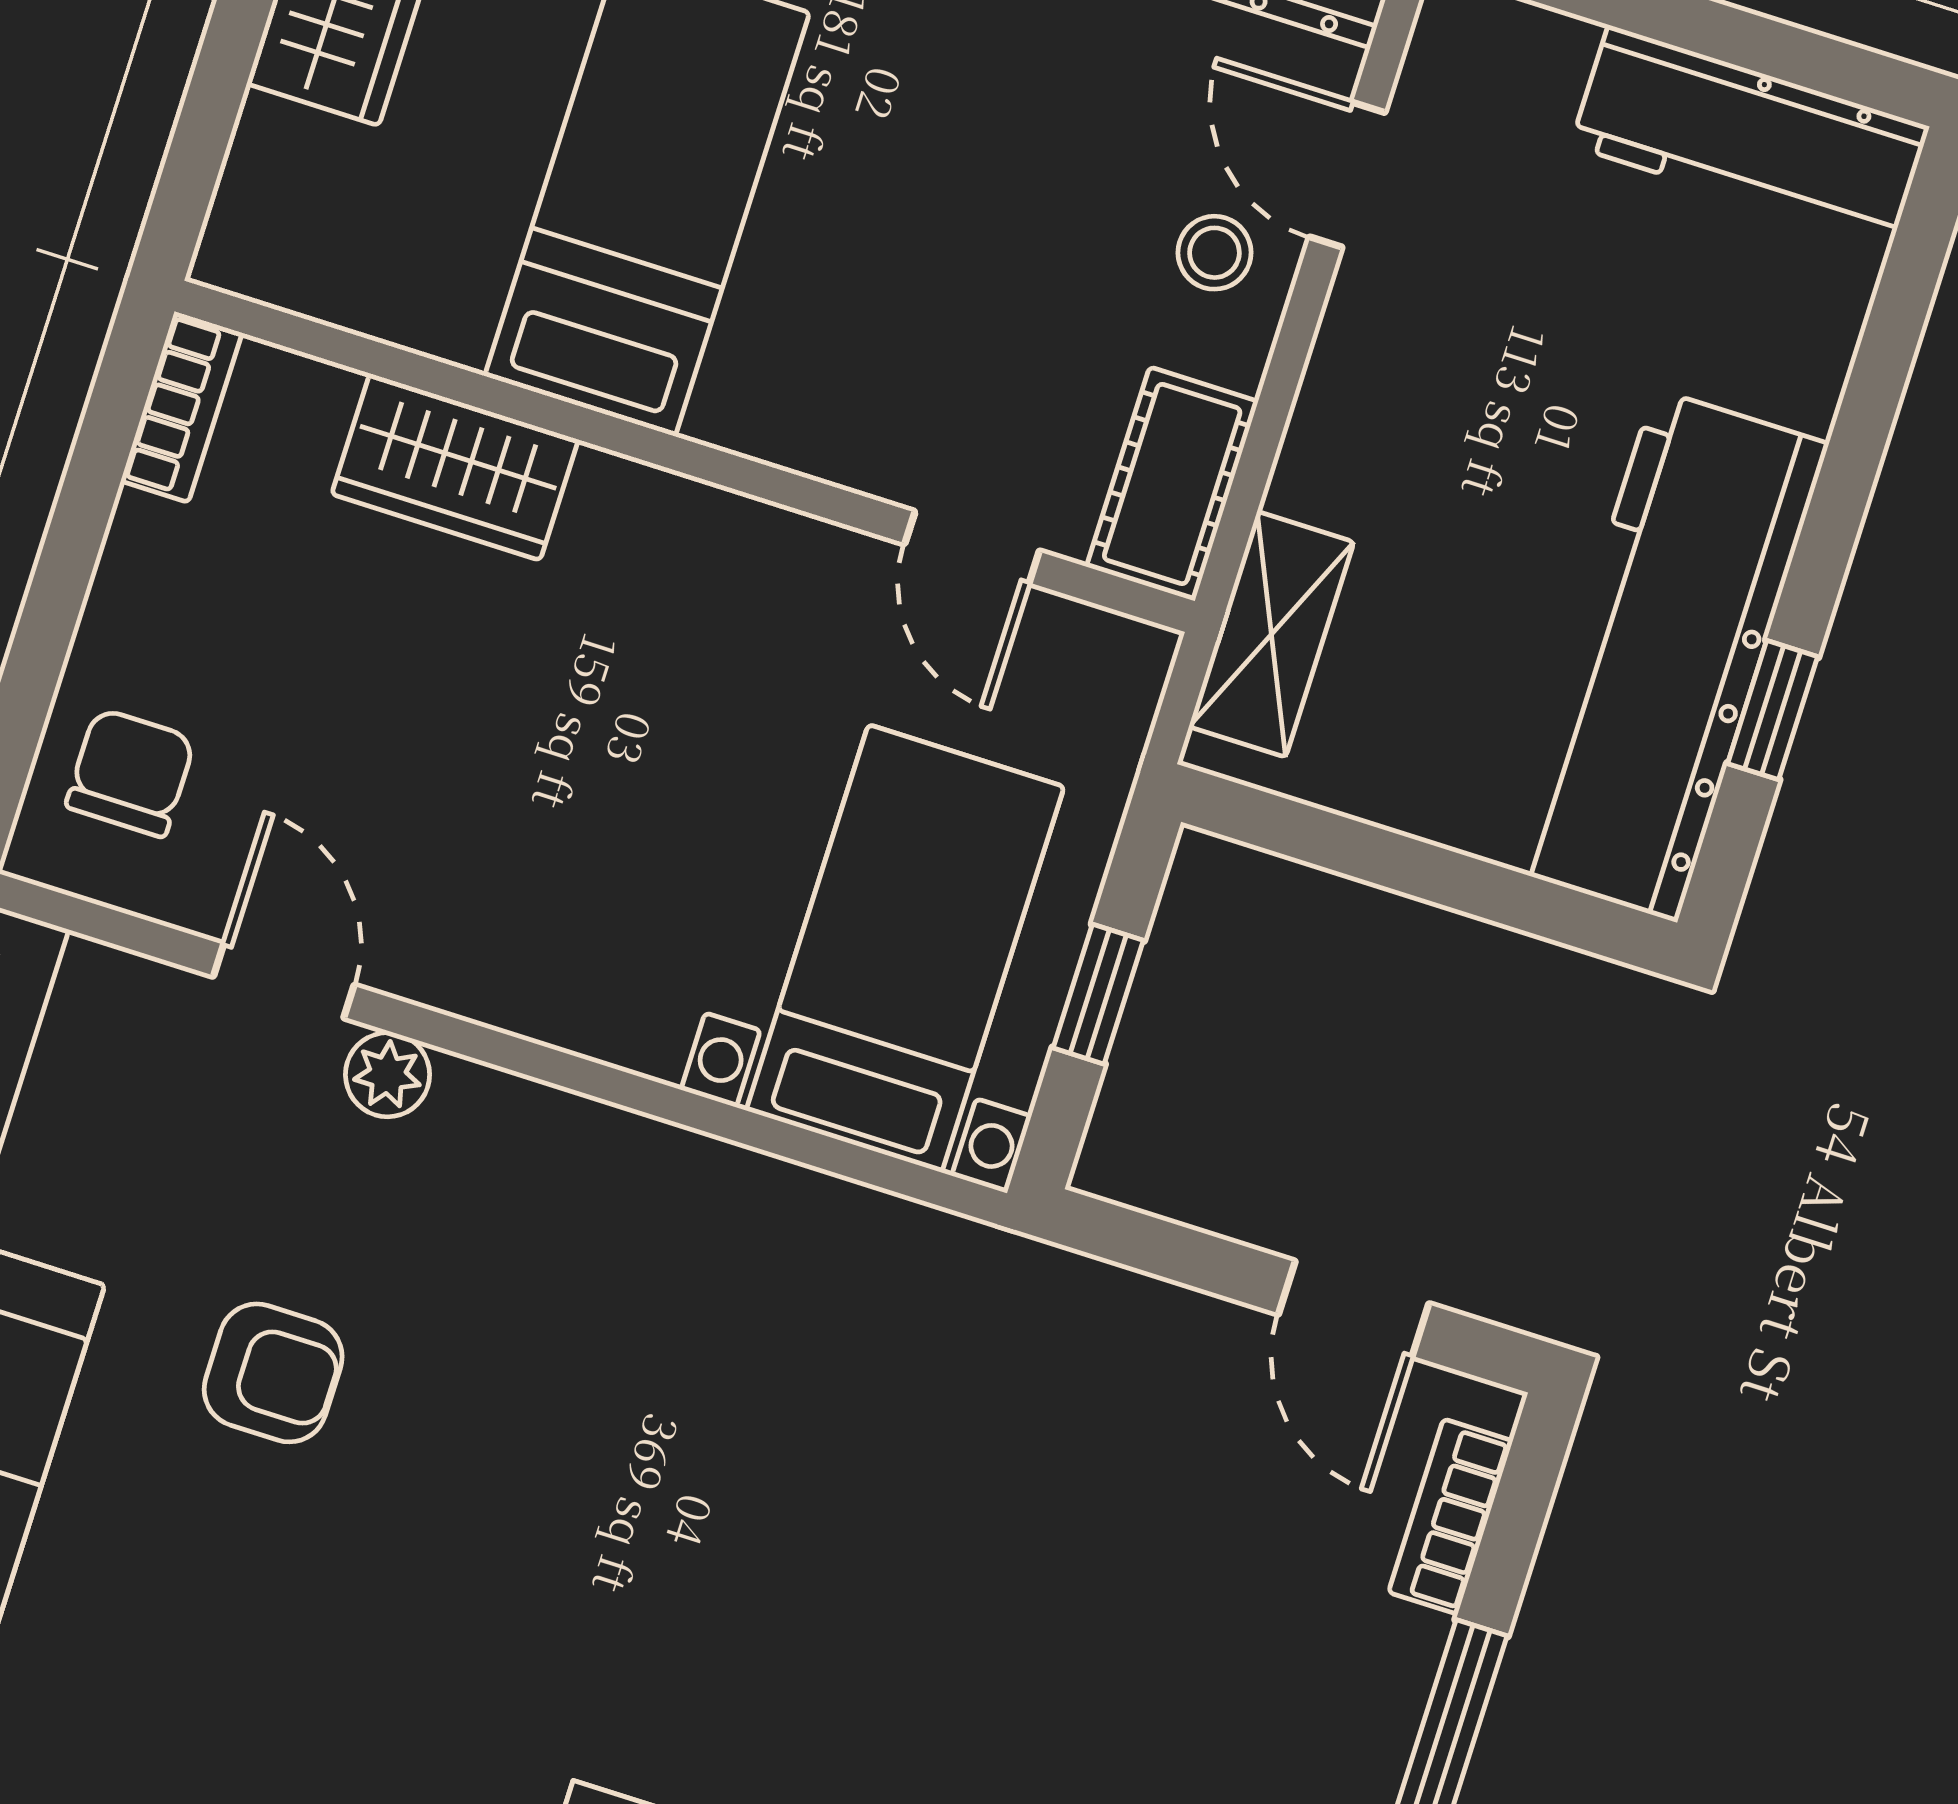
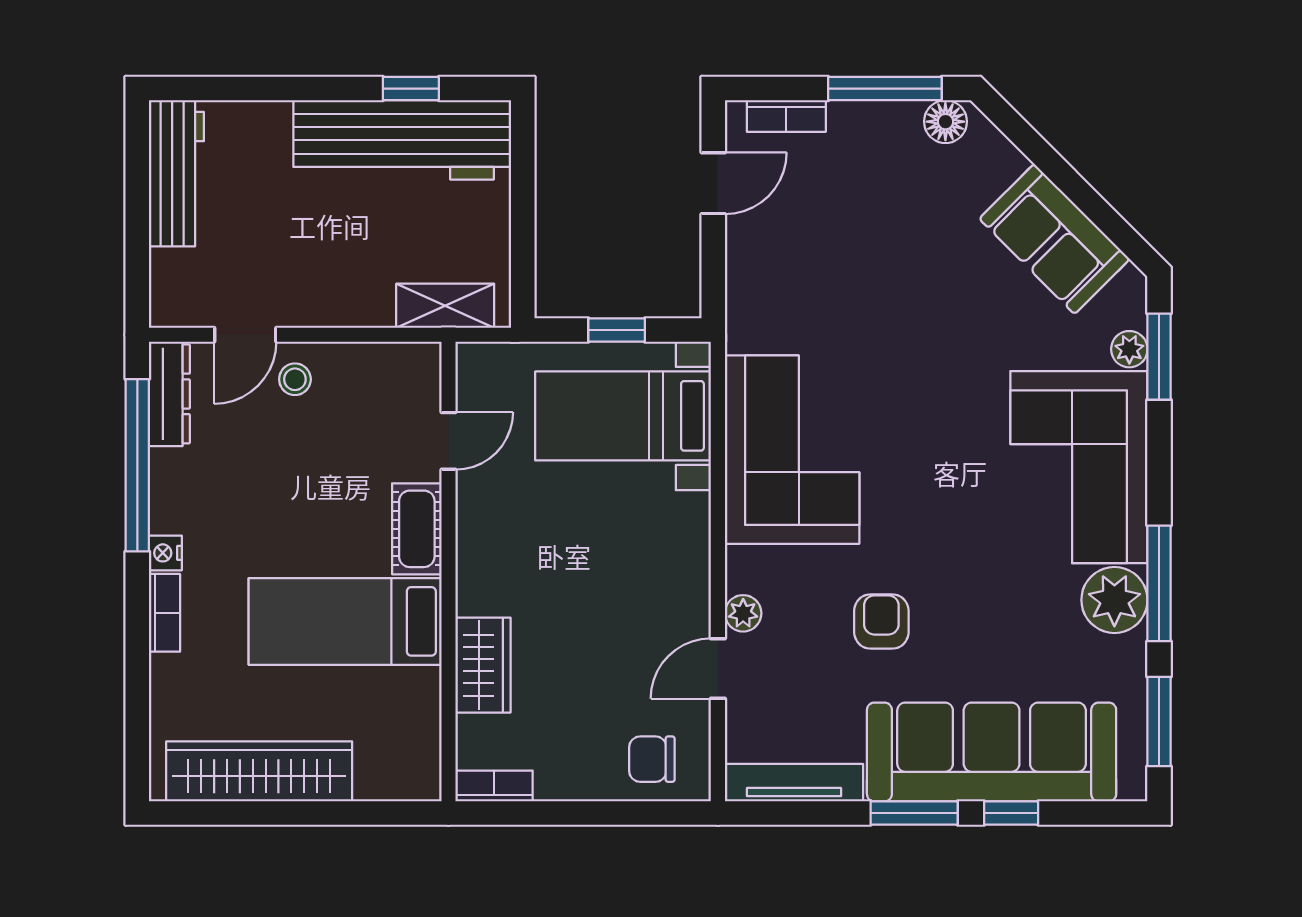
cot: (1172, 484) -> (417, 529), moved, turned 90
corner sofa: (713, 1296) -> (792, 450), added

